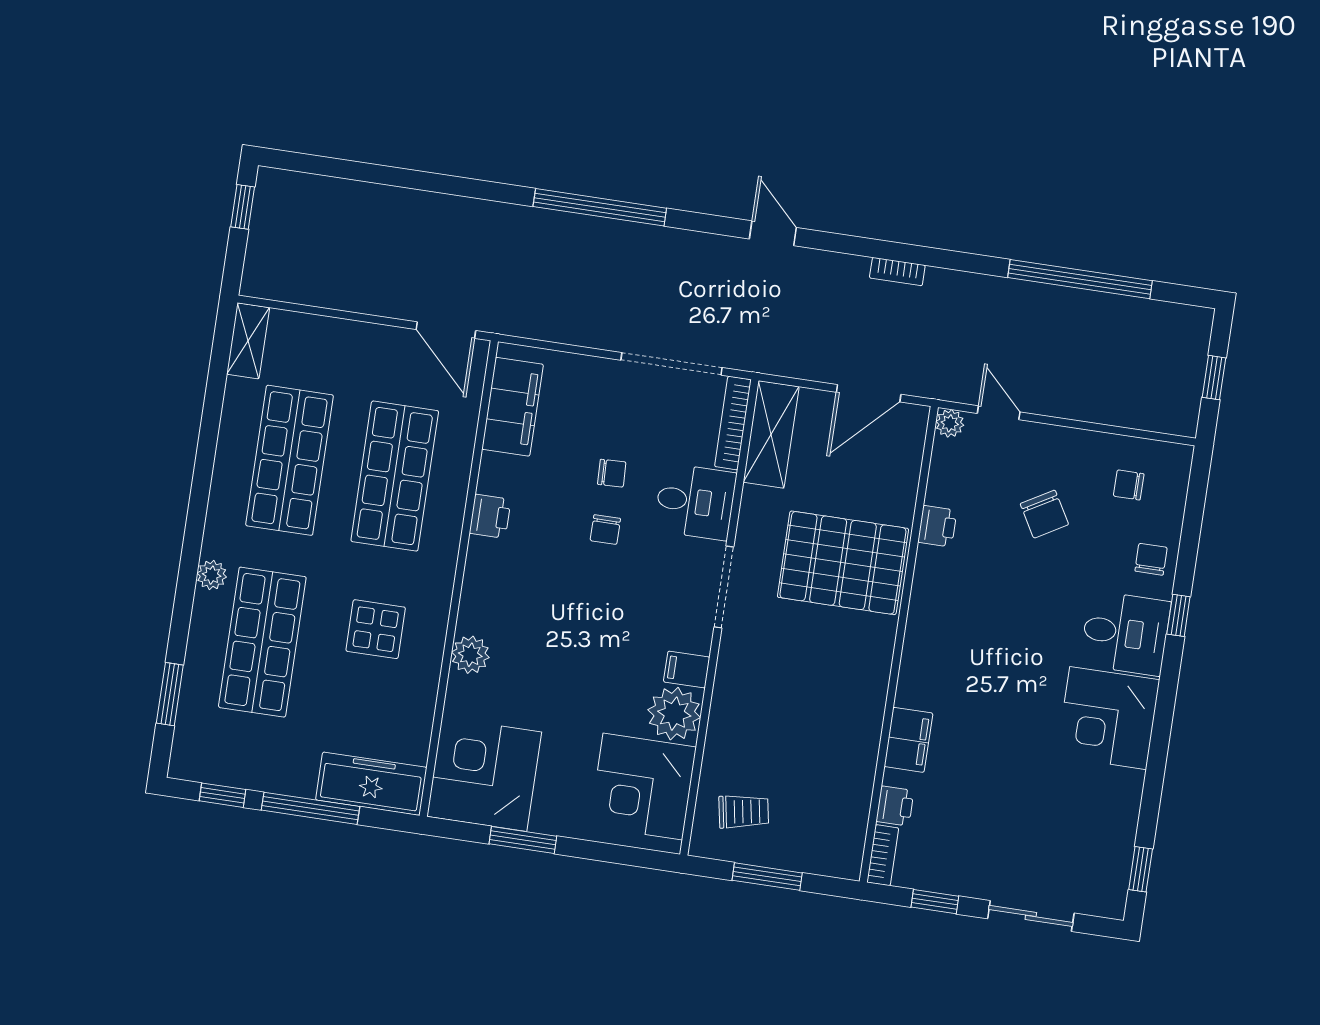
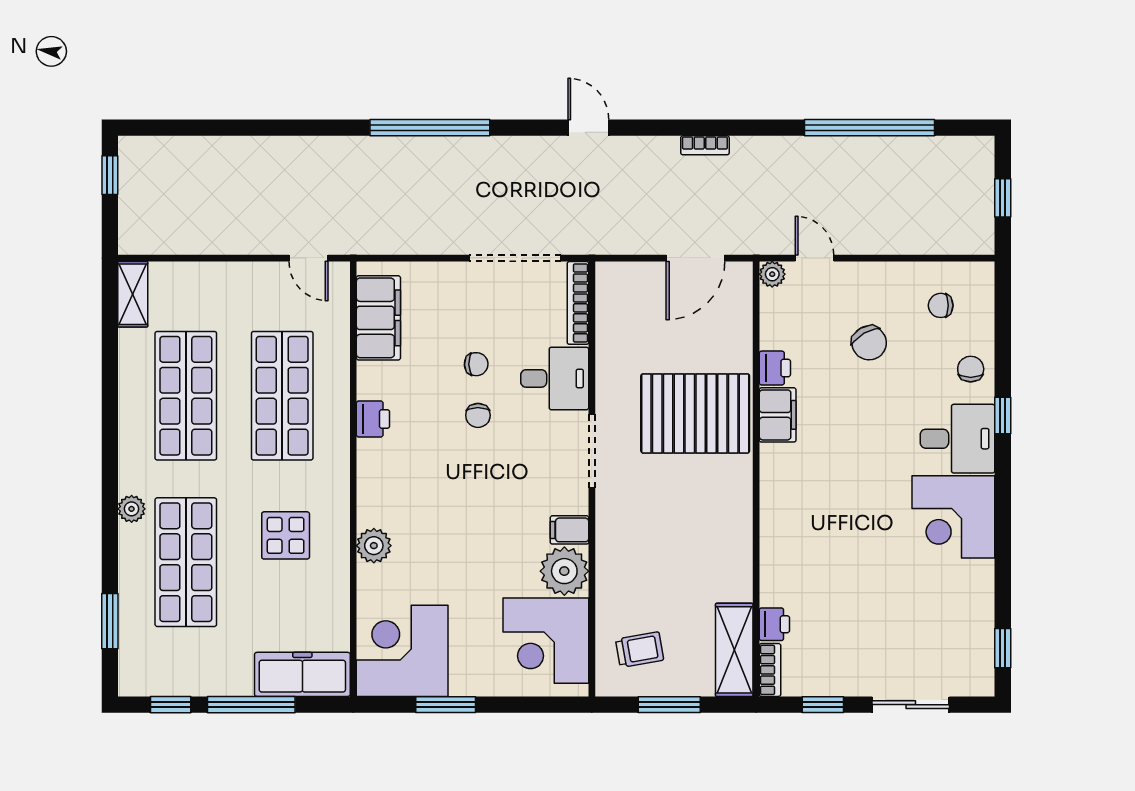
door: (446, 330) -> (308, 258), width x0.73
shelving: (771, 434) -> (734, 650), moved
filing cabinet: (908, 740) -> (778, 415), moved

